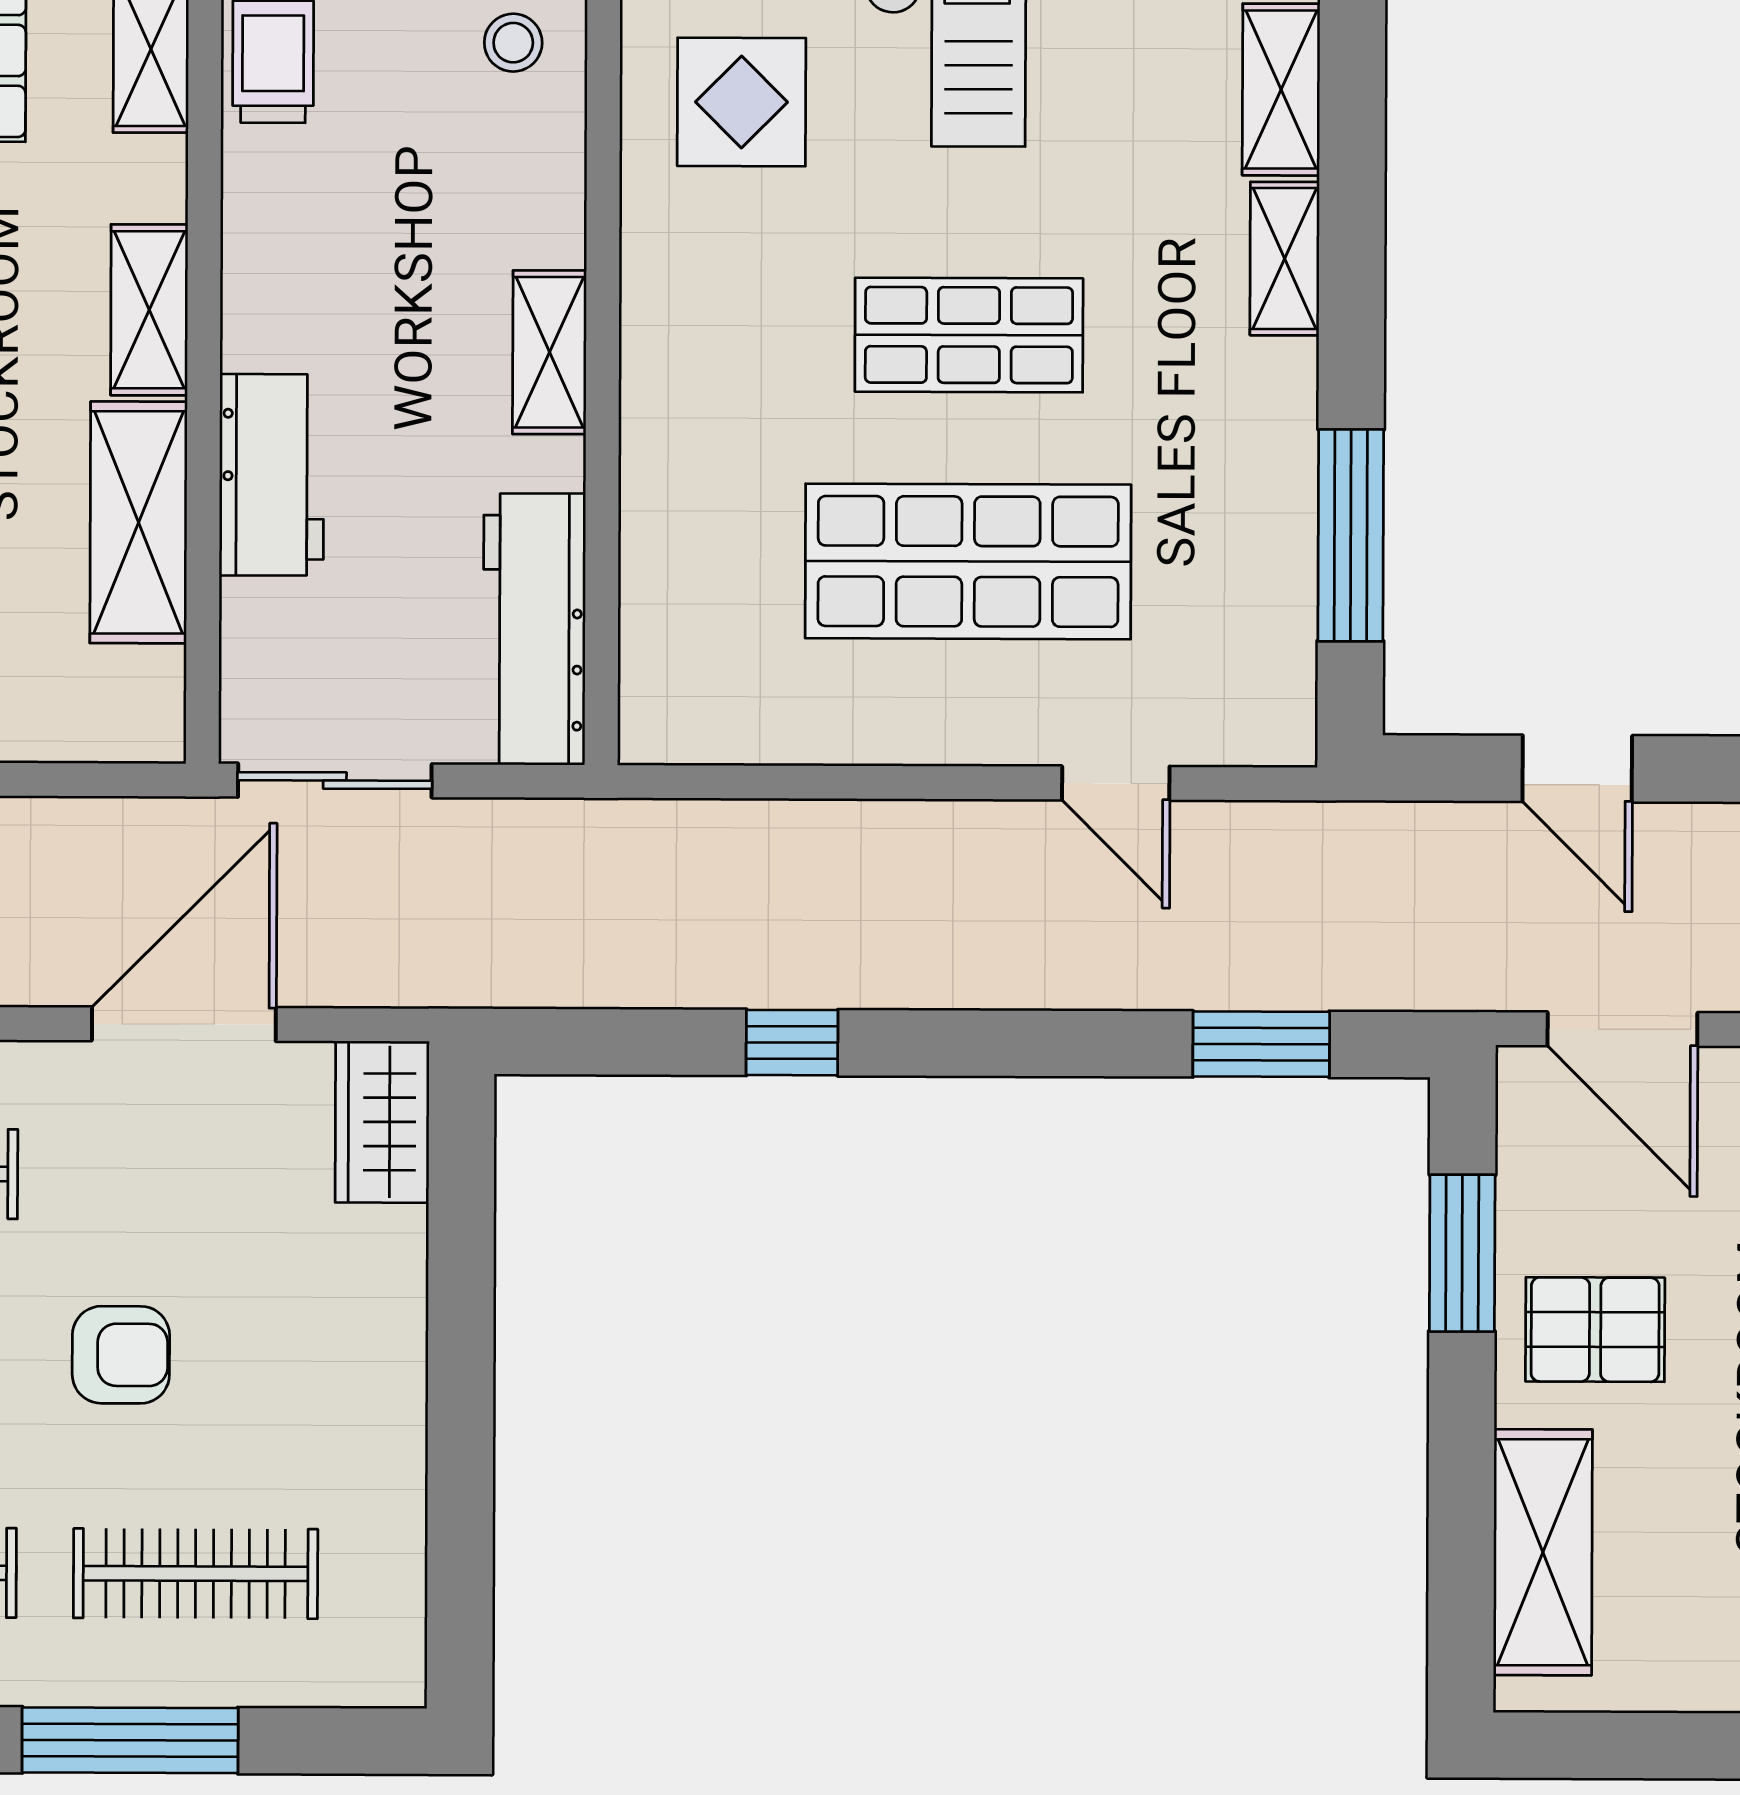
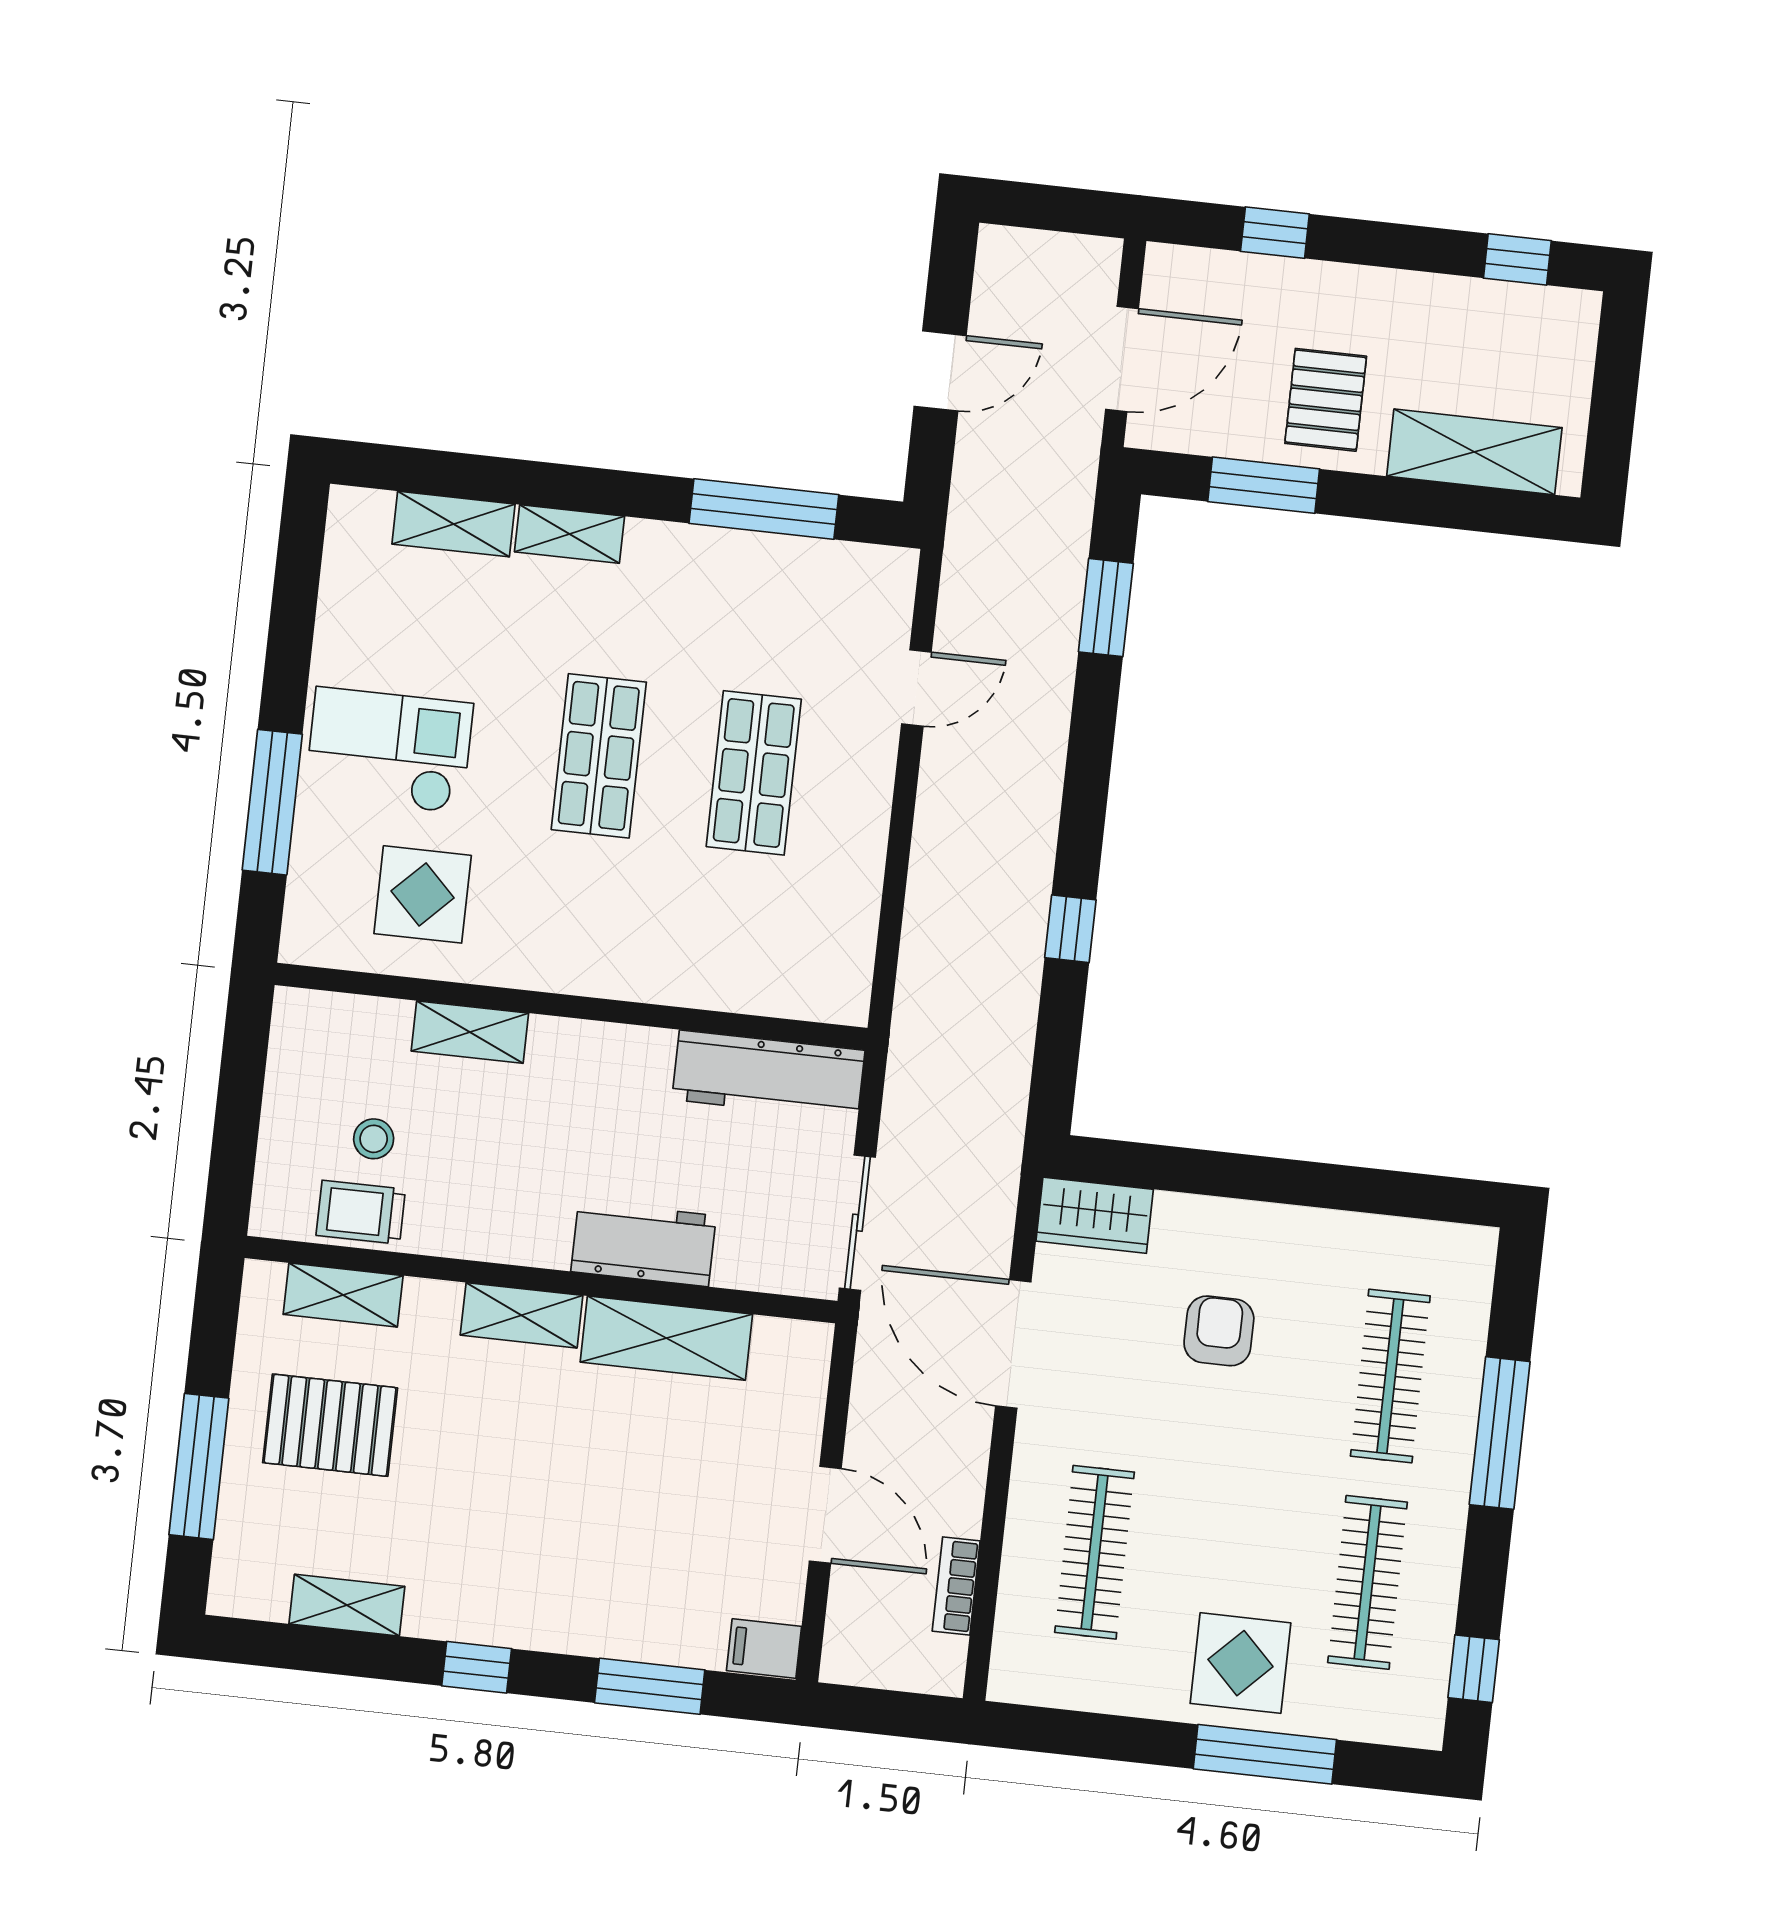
stool: (513, 43) -> (374, 1139), moved
shelving: (550, 352) -> (470, 1032), moved
shop shelf: (968, 561) -> (754, 773), width x0.70, depth x0.74
armchair: (121, 1355) -> (1219, 1331), moved

